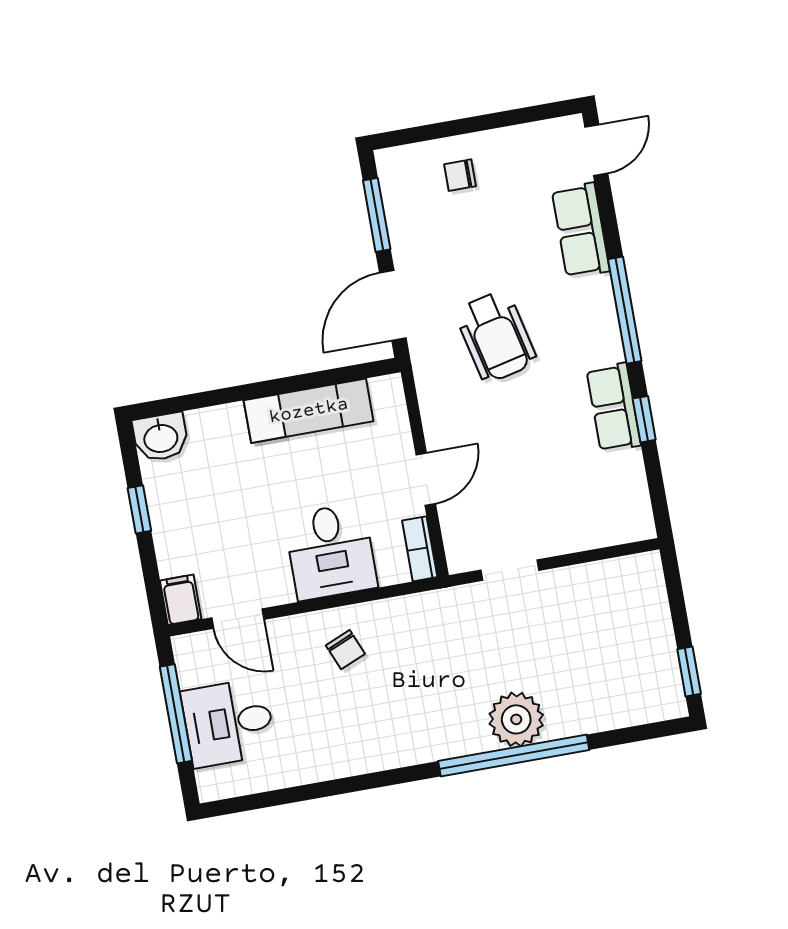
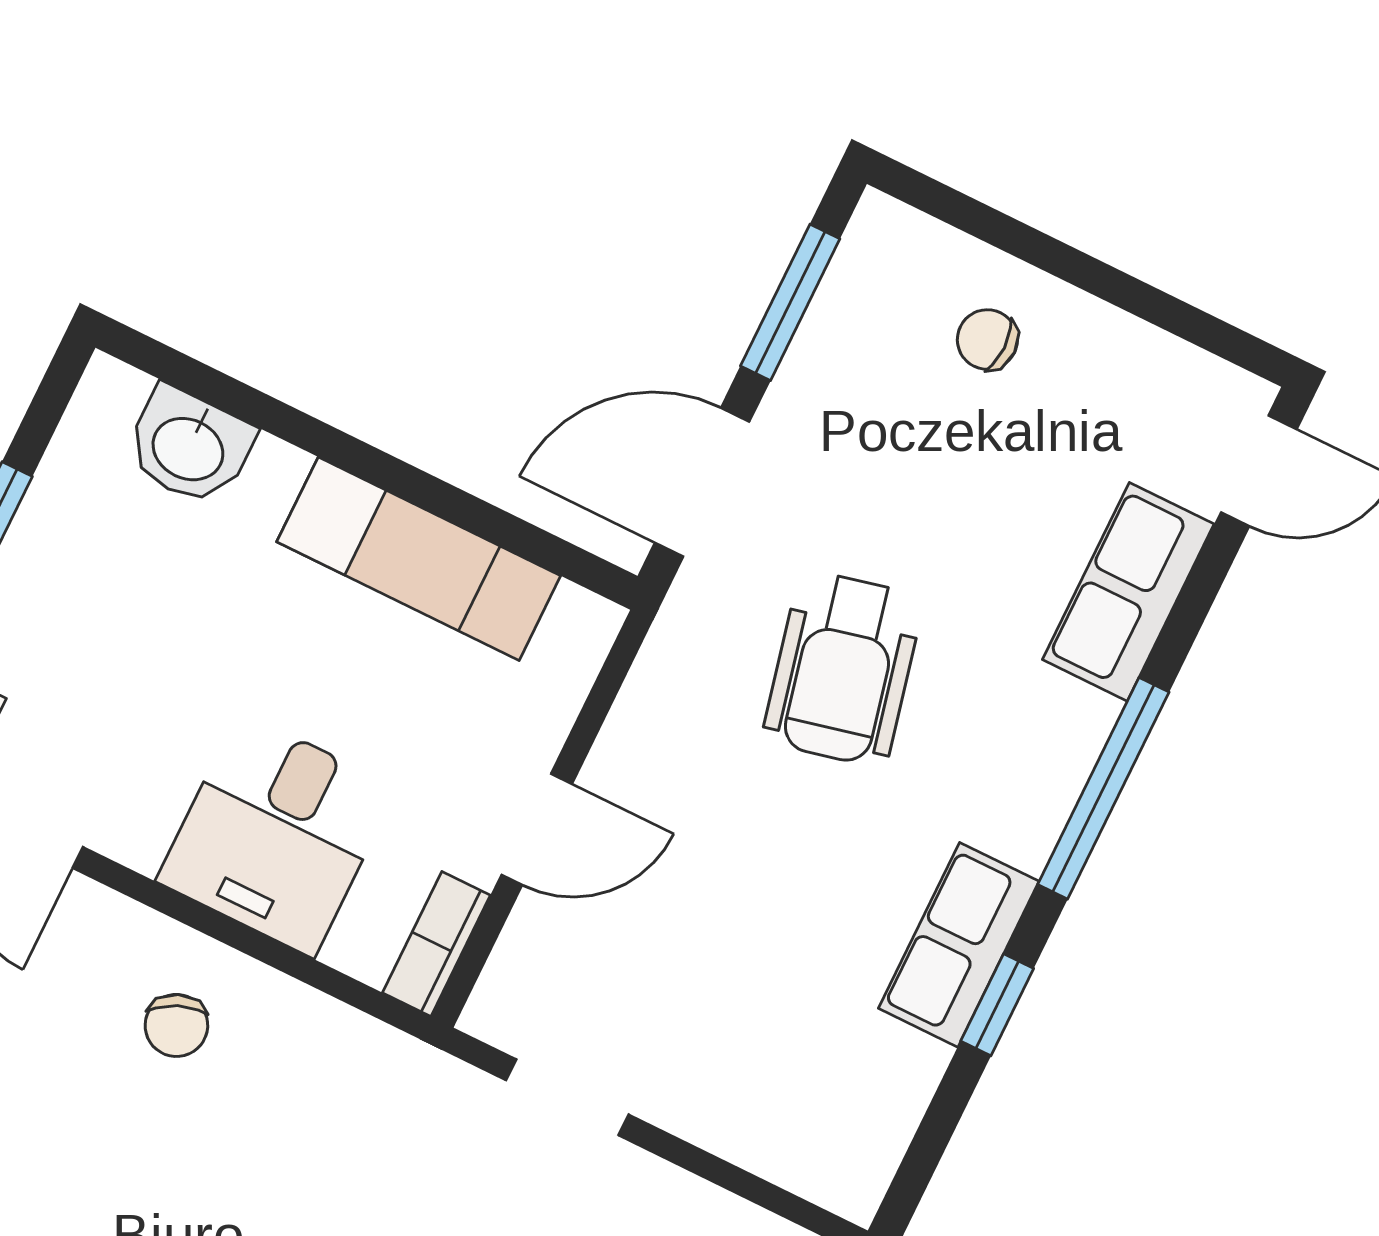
washbasin: (161, 437) -> (189, 447), moved

